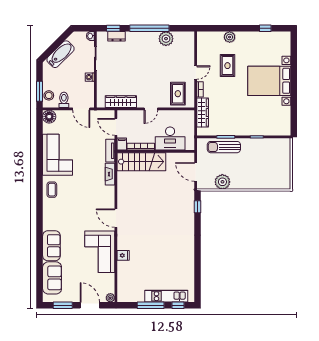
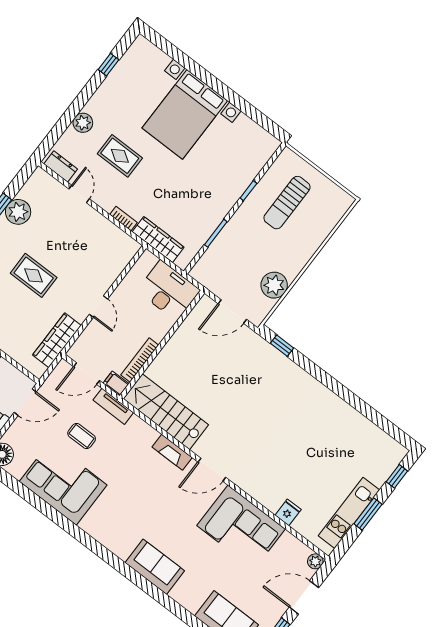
dresser: (202, 42) -> (61, 166), added
door: (196, 73) -> (79, 194), moved
rug: (178, 94) -> (34, 275), moved
desk: (170, 138) -> (169, 291), moved, turned -90
sun lounger: (224, 147) -> (287, 203), moved
stairs: (141, 162) -> (166, 412), moved, turned -90
fireplace: (110, 174) -> (172, 452), moved
coffee table: (52, 190) -> (82, 436), moved
sofa: (51, 246) -> (155, 567), moved
fridge: (123, 255) -> (288, 512), moved
kitchen unit: (166, 296) -> (349, 513), moved
window: (151, 305) -> (368, 514), width x0.69

